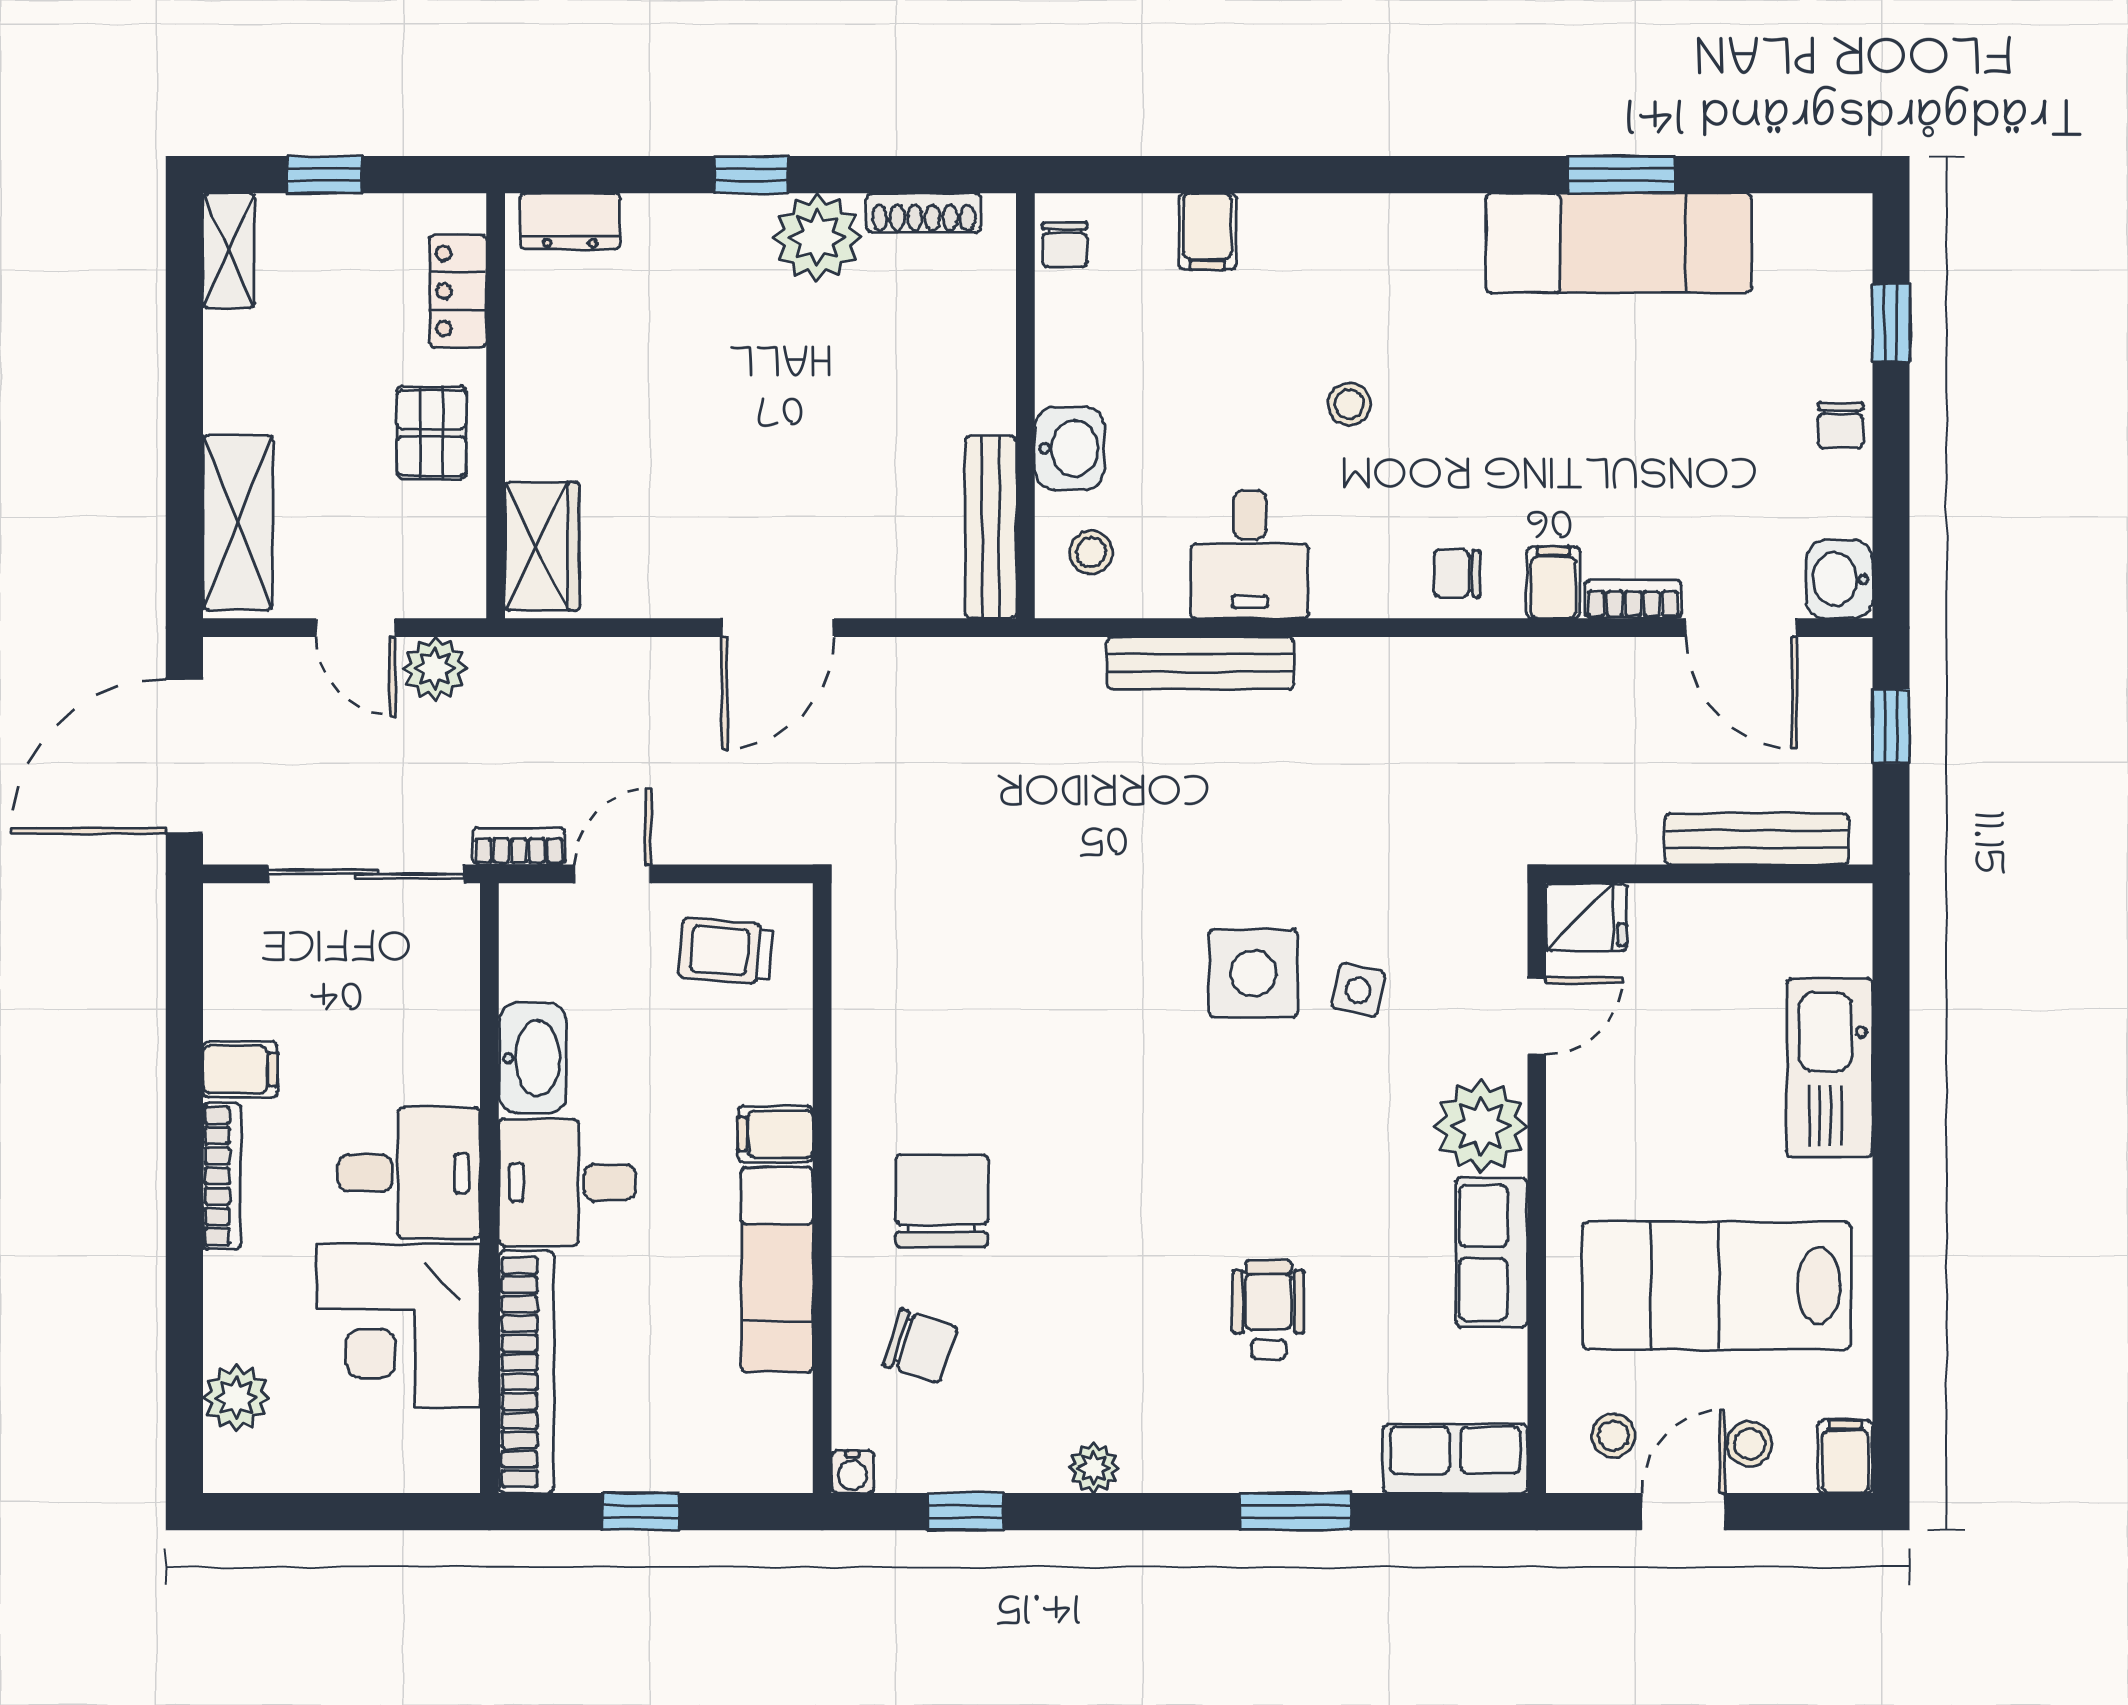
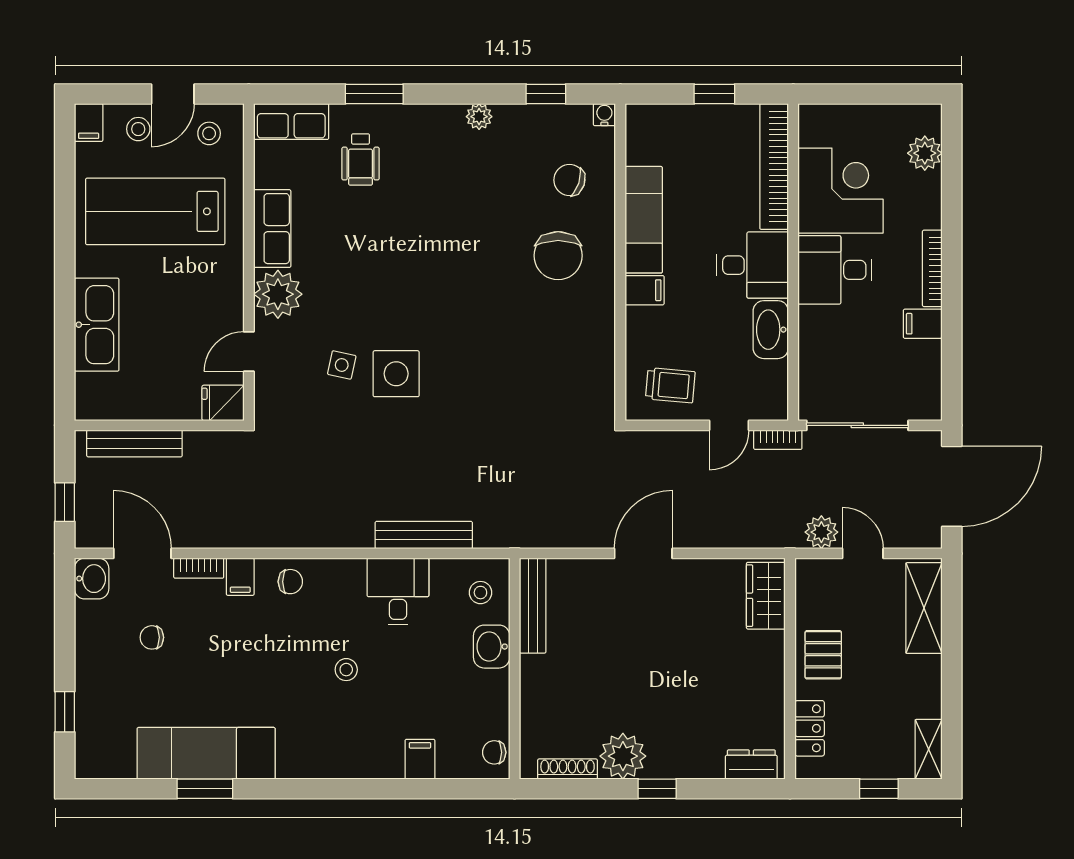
chair: (1065, 245) -> (494, 752), turned -90
chair: (1841, 425) -> (152, 637), moved, turned -90
lab bench: (1717, 1286) -> (155, 211), turned 180
wheelchair: (1268, 1310) -> (361, 159), moved

